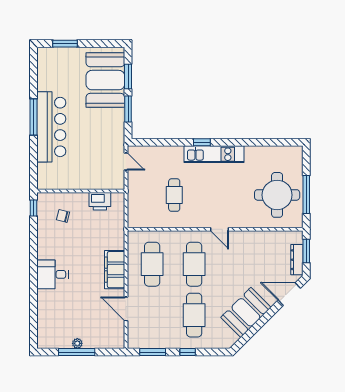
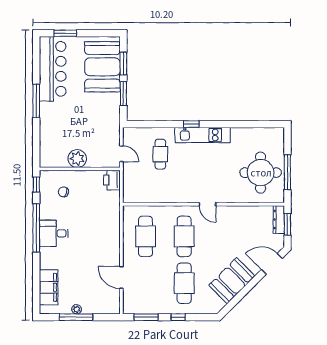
bar counter: (51, 127) -> (53, 69), moved
door: (126, 161) -> (121, 154), moved
plant: (78, 180) -> (77, 159), added
cafe table: (174, 195) -> (160, 154), moved
printer: (100, 201) -> (112, 180), moved, turned 90
window: (33, 255) -> (36, 228), added
dresser: (297, 260) -> (279, 220), moved
filing cabinet: (115, 270) -> (49, 287), moved, turned 180
desk: (52, 274) -> (54, 233), moved

